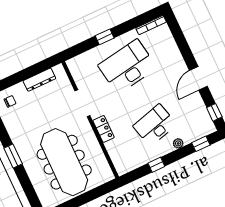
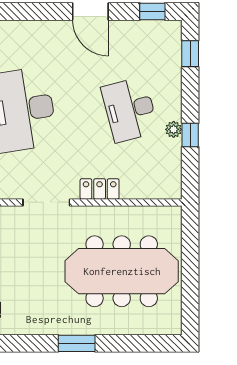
plant: (178, 143) -> (174, 129), moved

